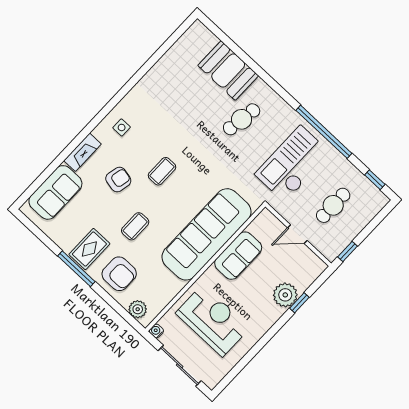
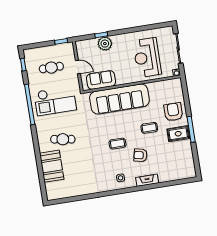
sofa: (55, 192) -> (174, 172), removed
sofa: (238, 256) -> (101, 80), moved
plant: (138, 309) -> (177, 89), removed

